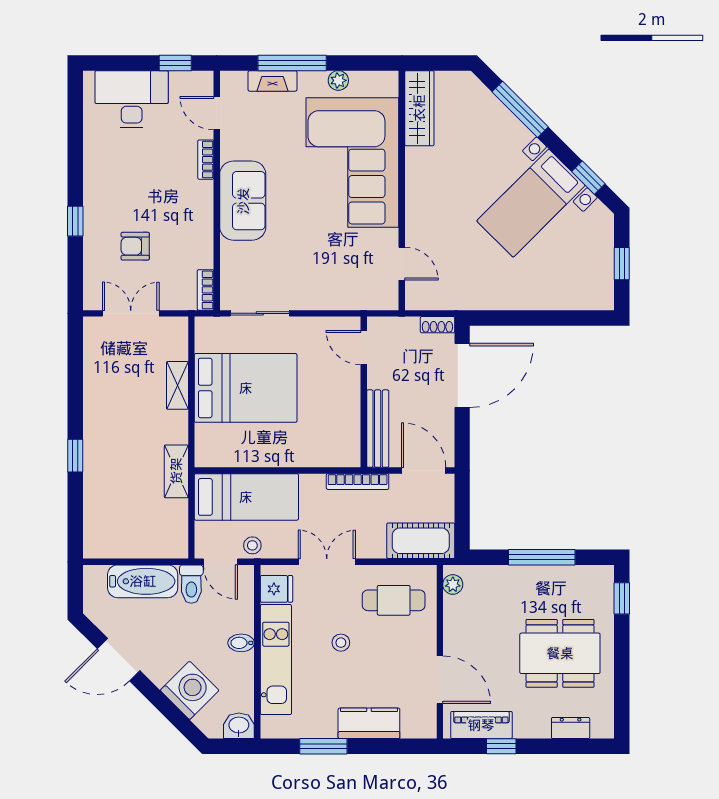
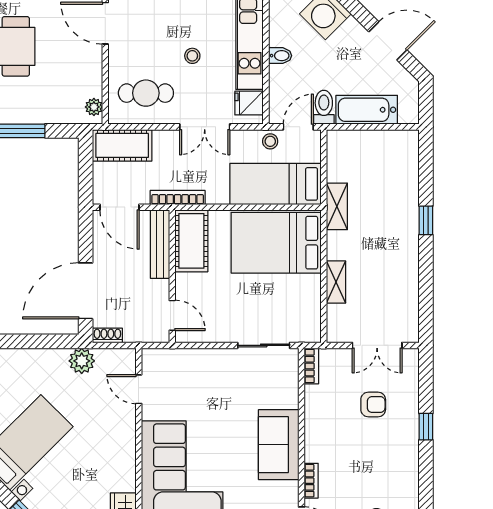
plant: (467, 296) -> (82, 361), added
bed: (246, 388) -> (276, 243), moved
cot: (342, 432) -> (191, 241), added
door: (220, 562) -> (298, 127), hinge flipped

